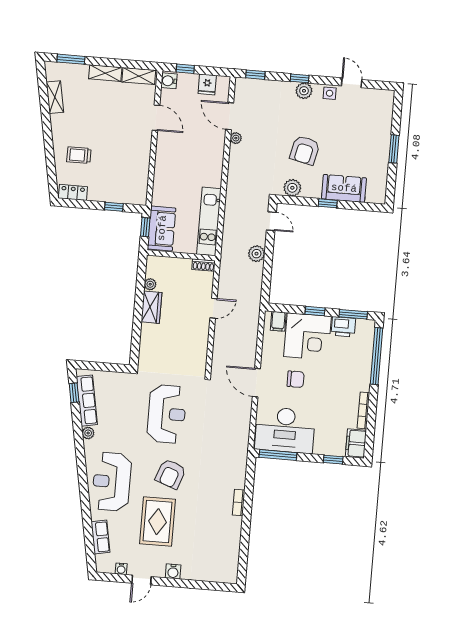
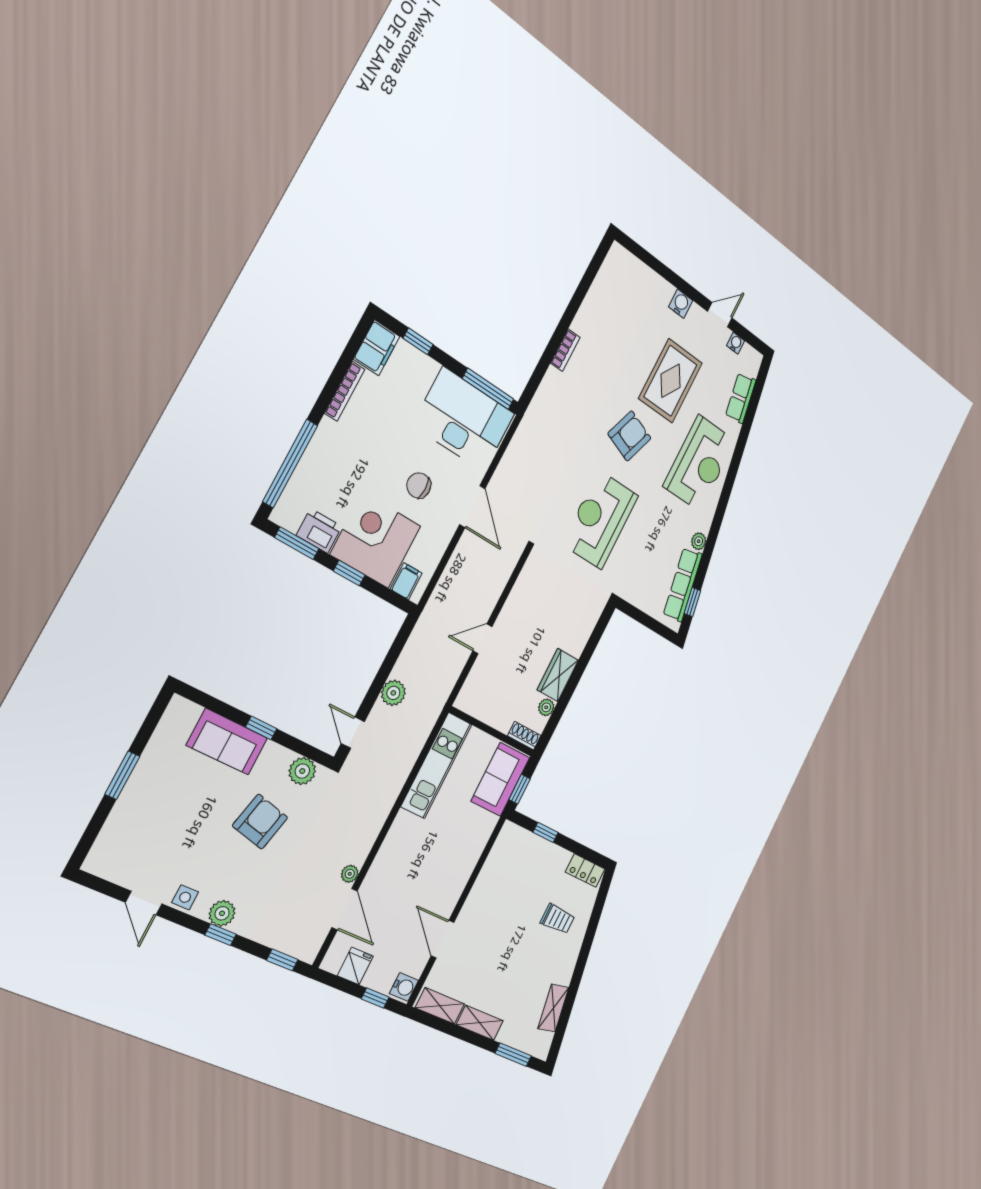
shoe rack: (204, 265) -> (524, 736), moved

